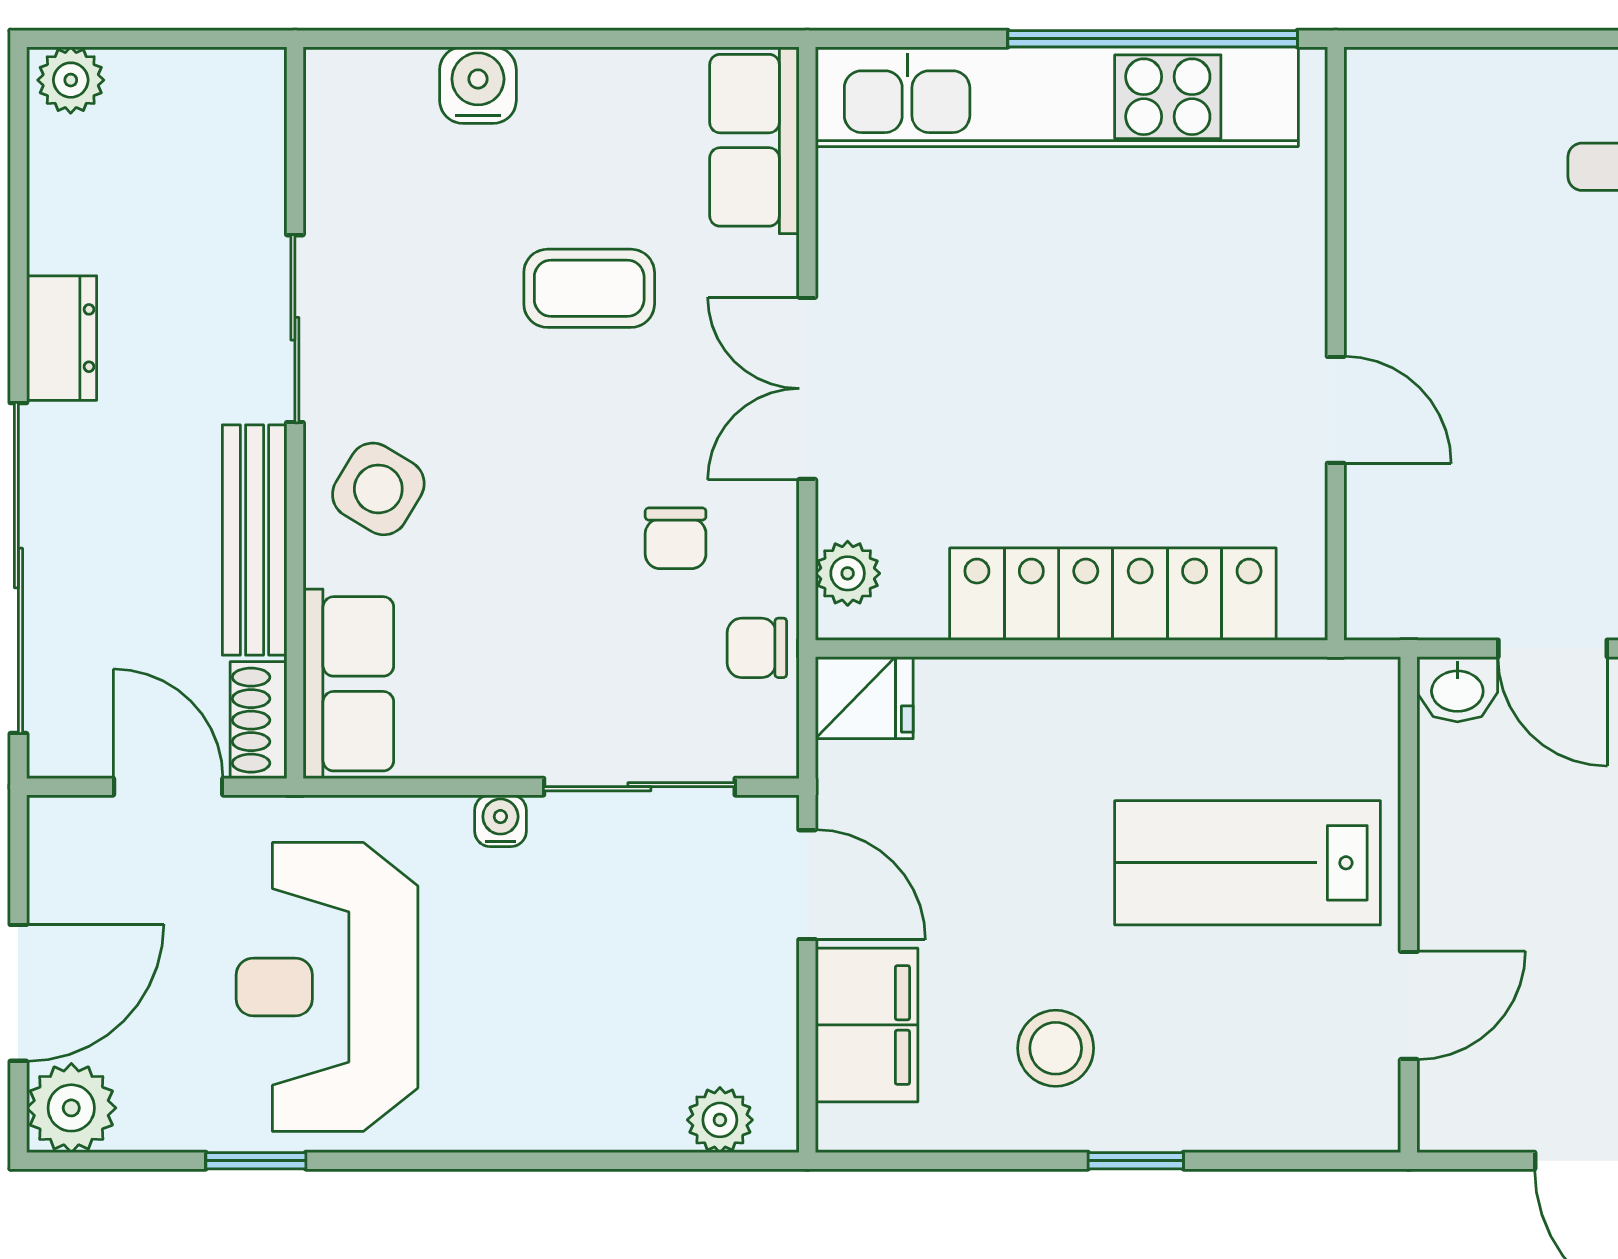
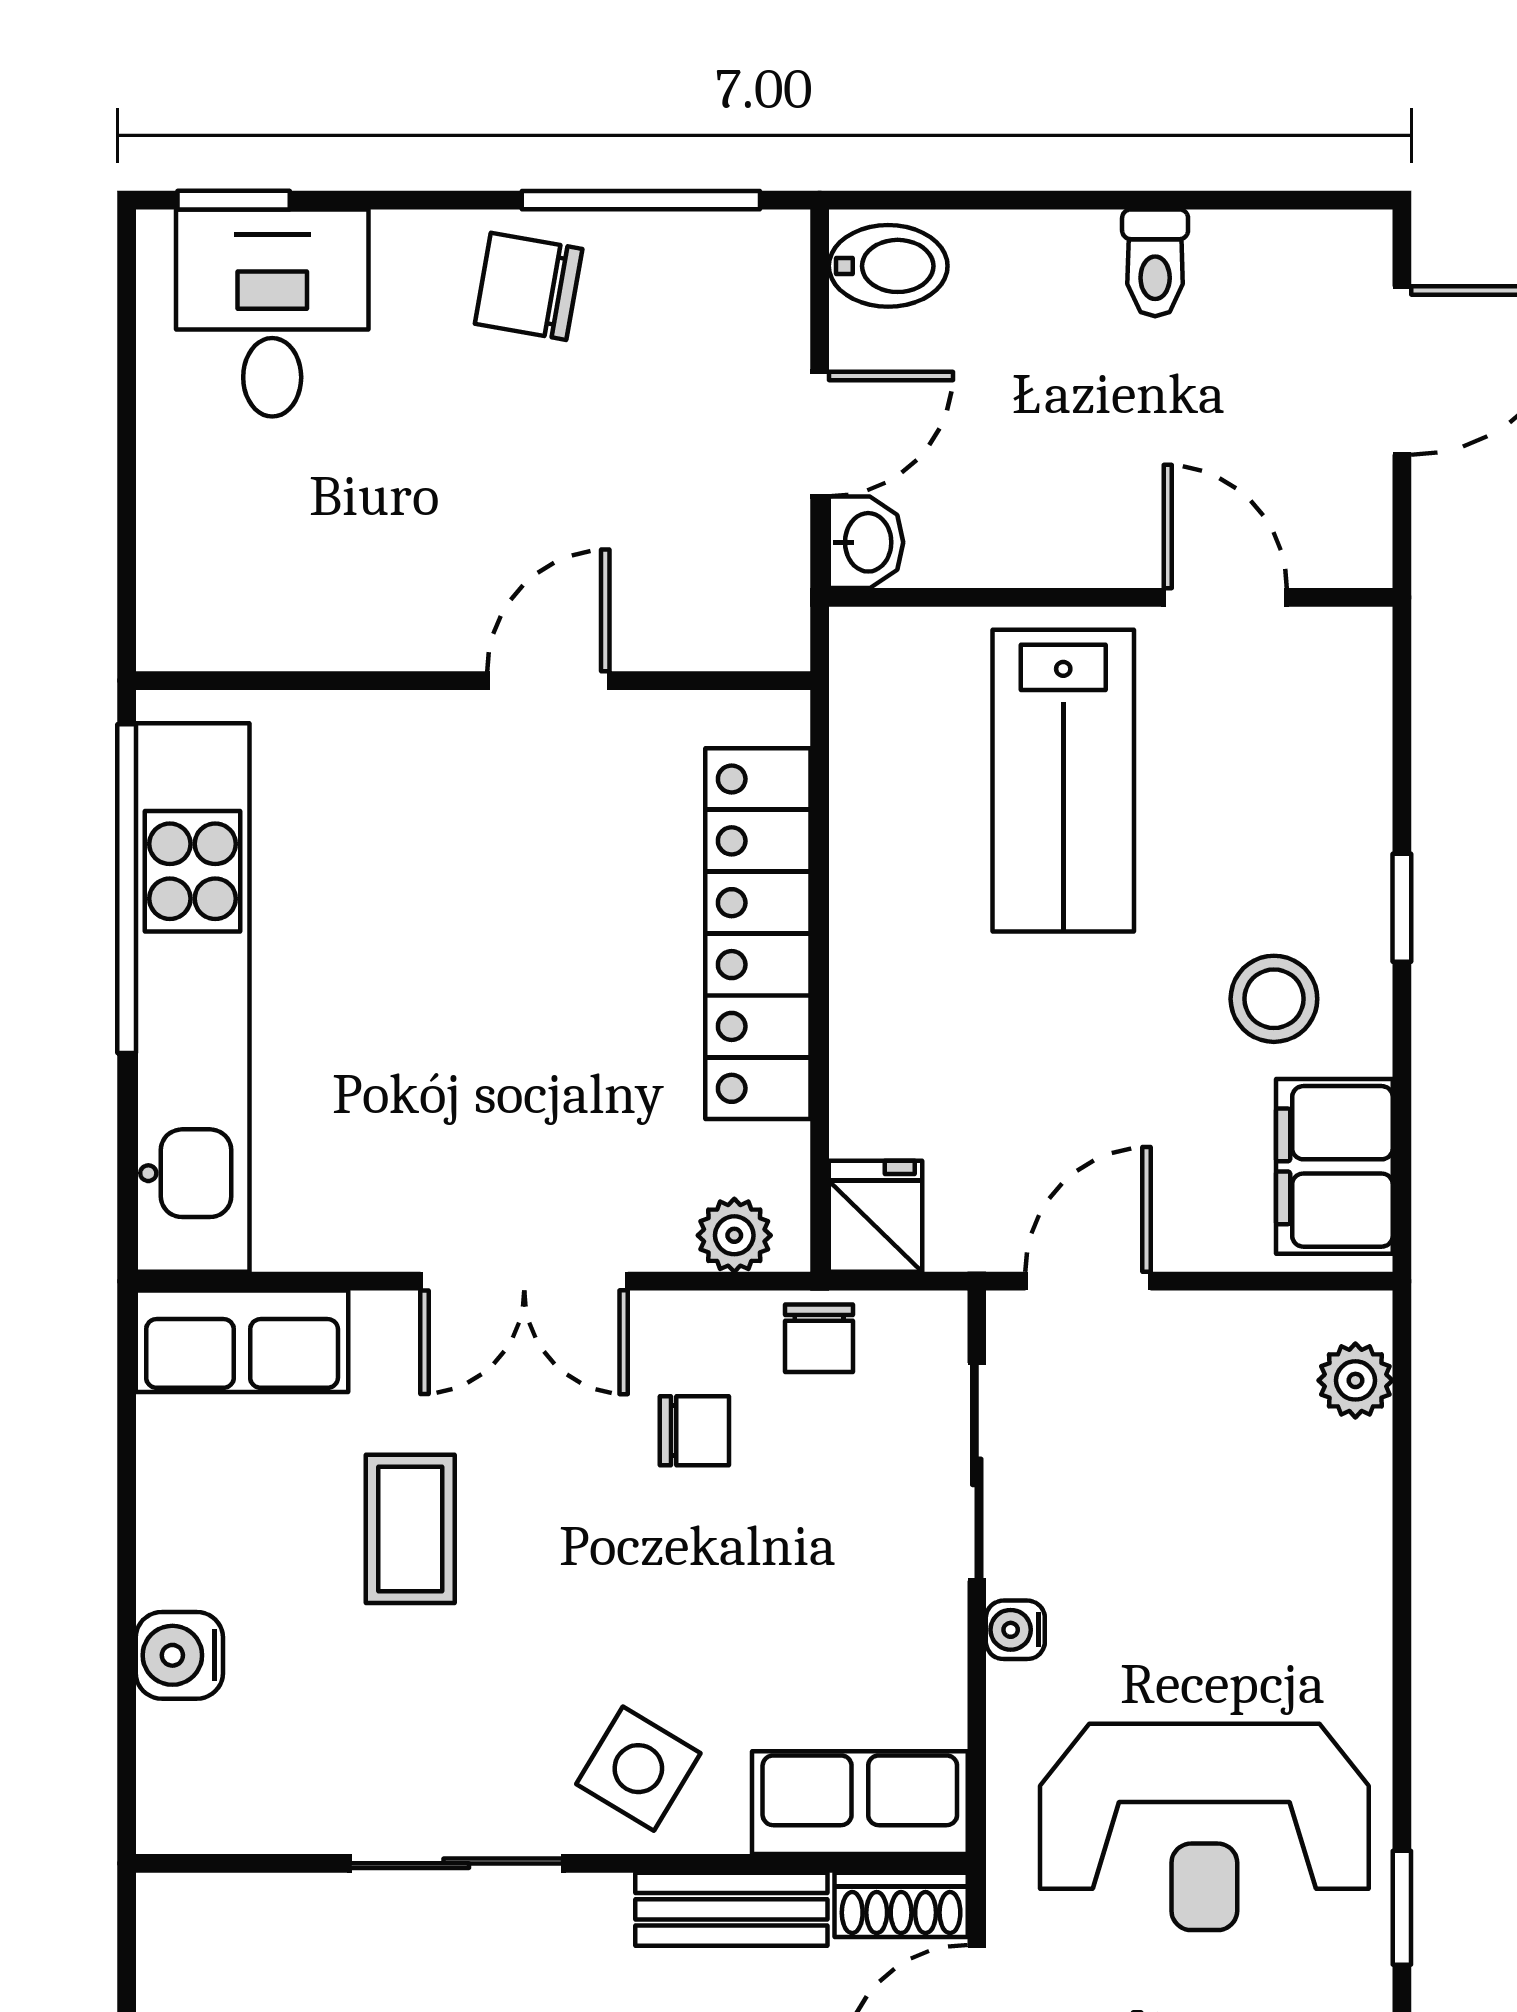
bench: (255, 540) -> (731, 1909), width x0.73
filing cabinet: (867, 1025) -> (1334, 1166), moved, turned -90

